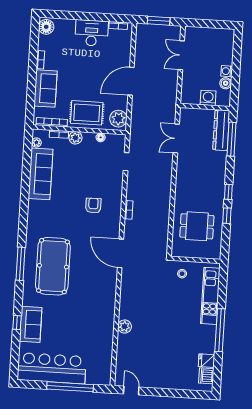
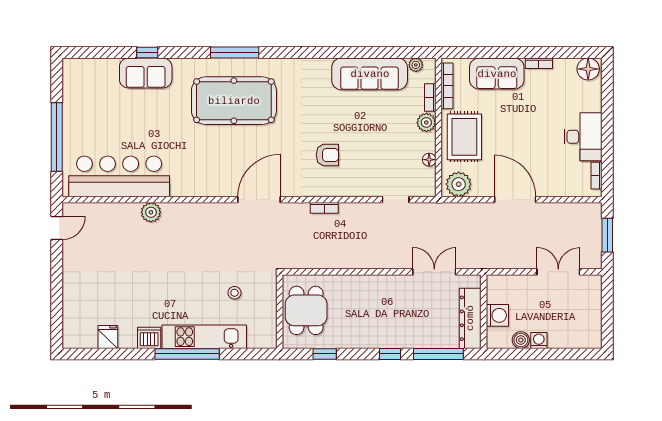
dresser: (221, 130) -> (470, 318), moved, turned -90
window: (228, 192) -> (390, 354), moved
wall: (196, 260) -> (280, 312), moved
window: (220, 330) -> (187, 354), moved
bar counter: (52, 368) -> (119, 176), moved, turned -90
dishwasher: (206, 376) -> (149, 338), moved

